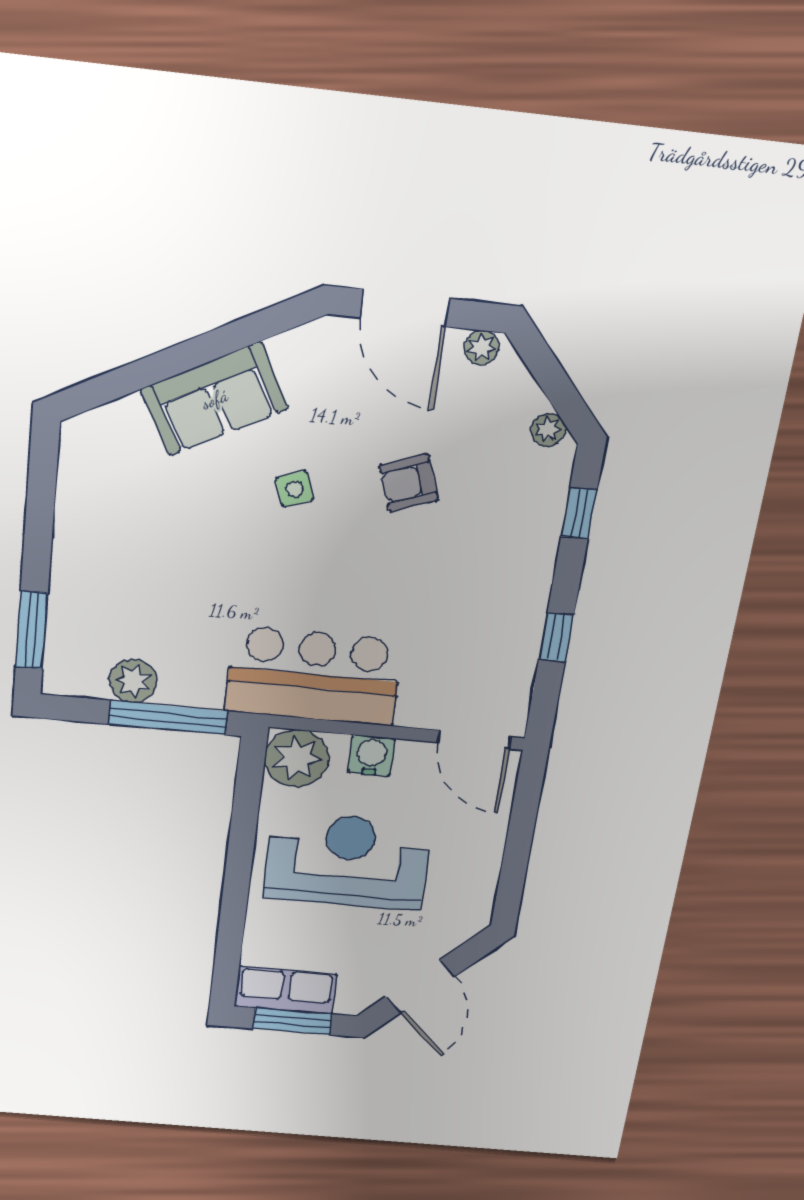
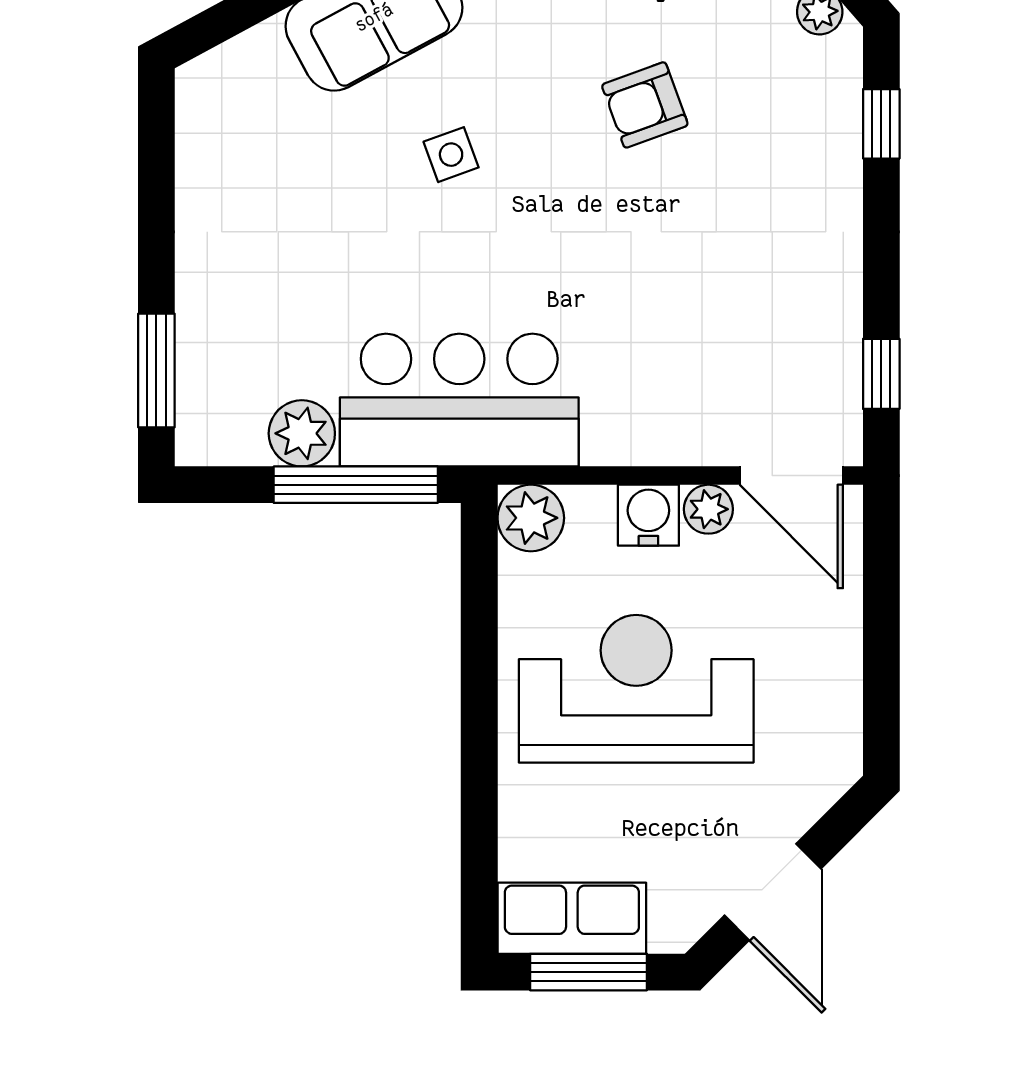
side table: (295, 489) -> (451, 155), moved
window: (556, 637) -> (881, 374), moved
bar counter: (314, 676) -> (459, 400), moved
plant: (413, 756) -> (708, 509), added
plant: (297, 758) -> (531, 518), width x0.73, depth x0.73

